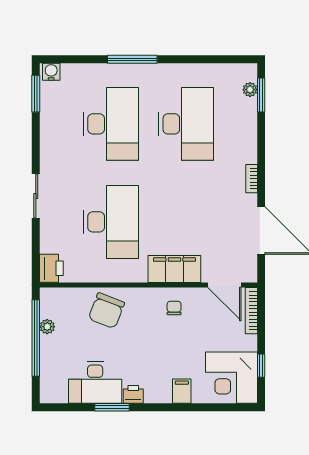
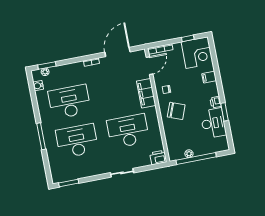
water cooler: (51, 72) -> (38, 86), moved
chair: (106, 311) -> (176, 111), moved

